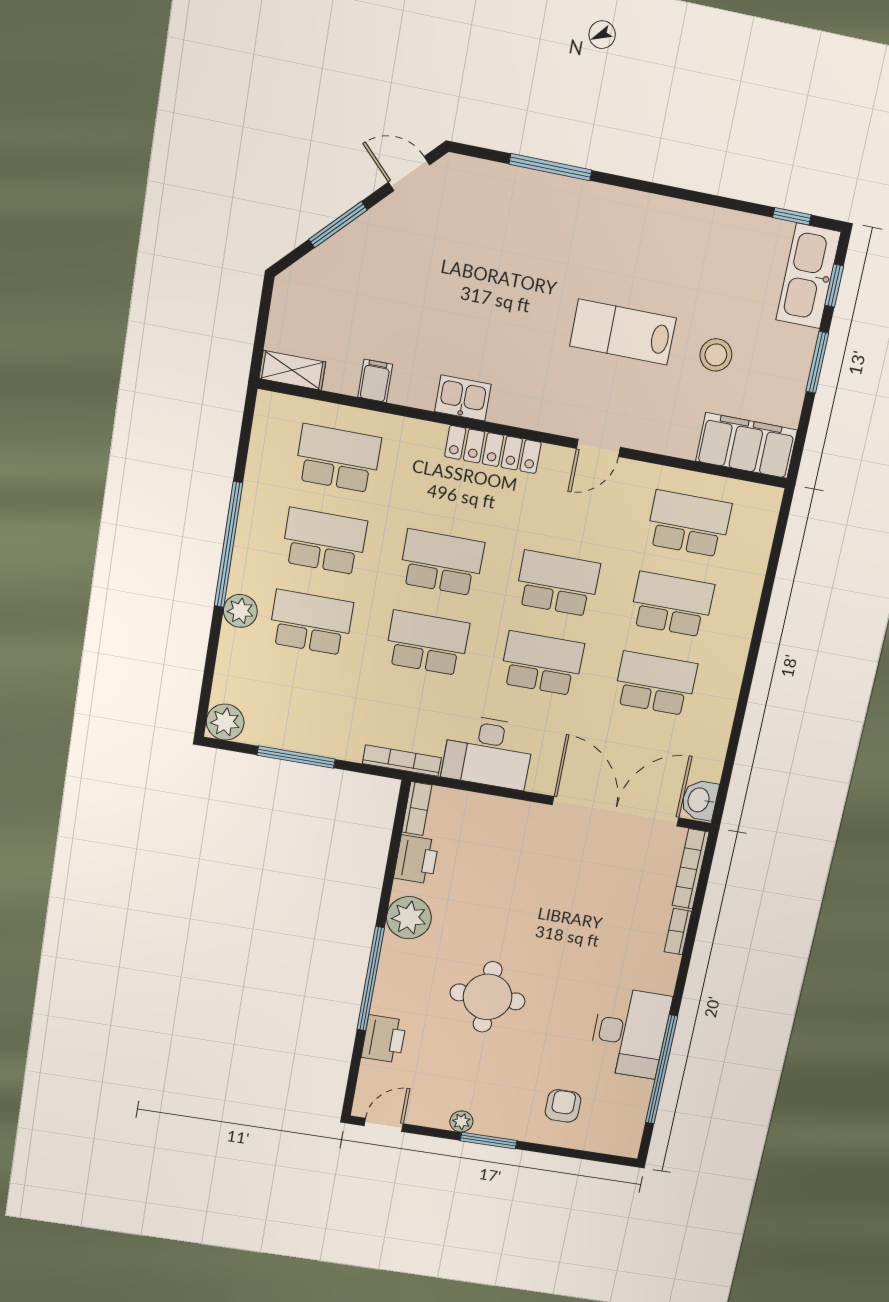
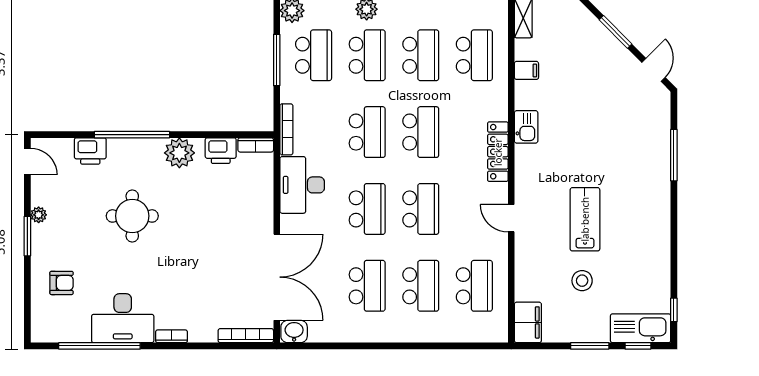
filing cabinet: (747, 445) -> (528, 322), width x0.67, depth x0.86
school desk: (298, 702) -> (314, 55), added
bookcase: (678, 932) -> (172, 336), moved

